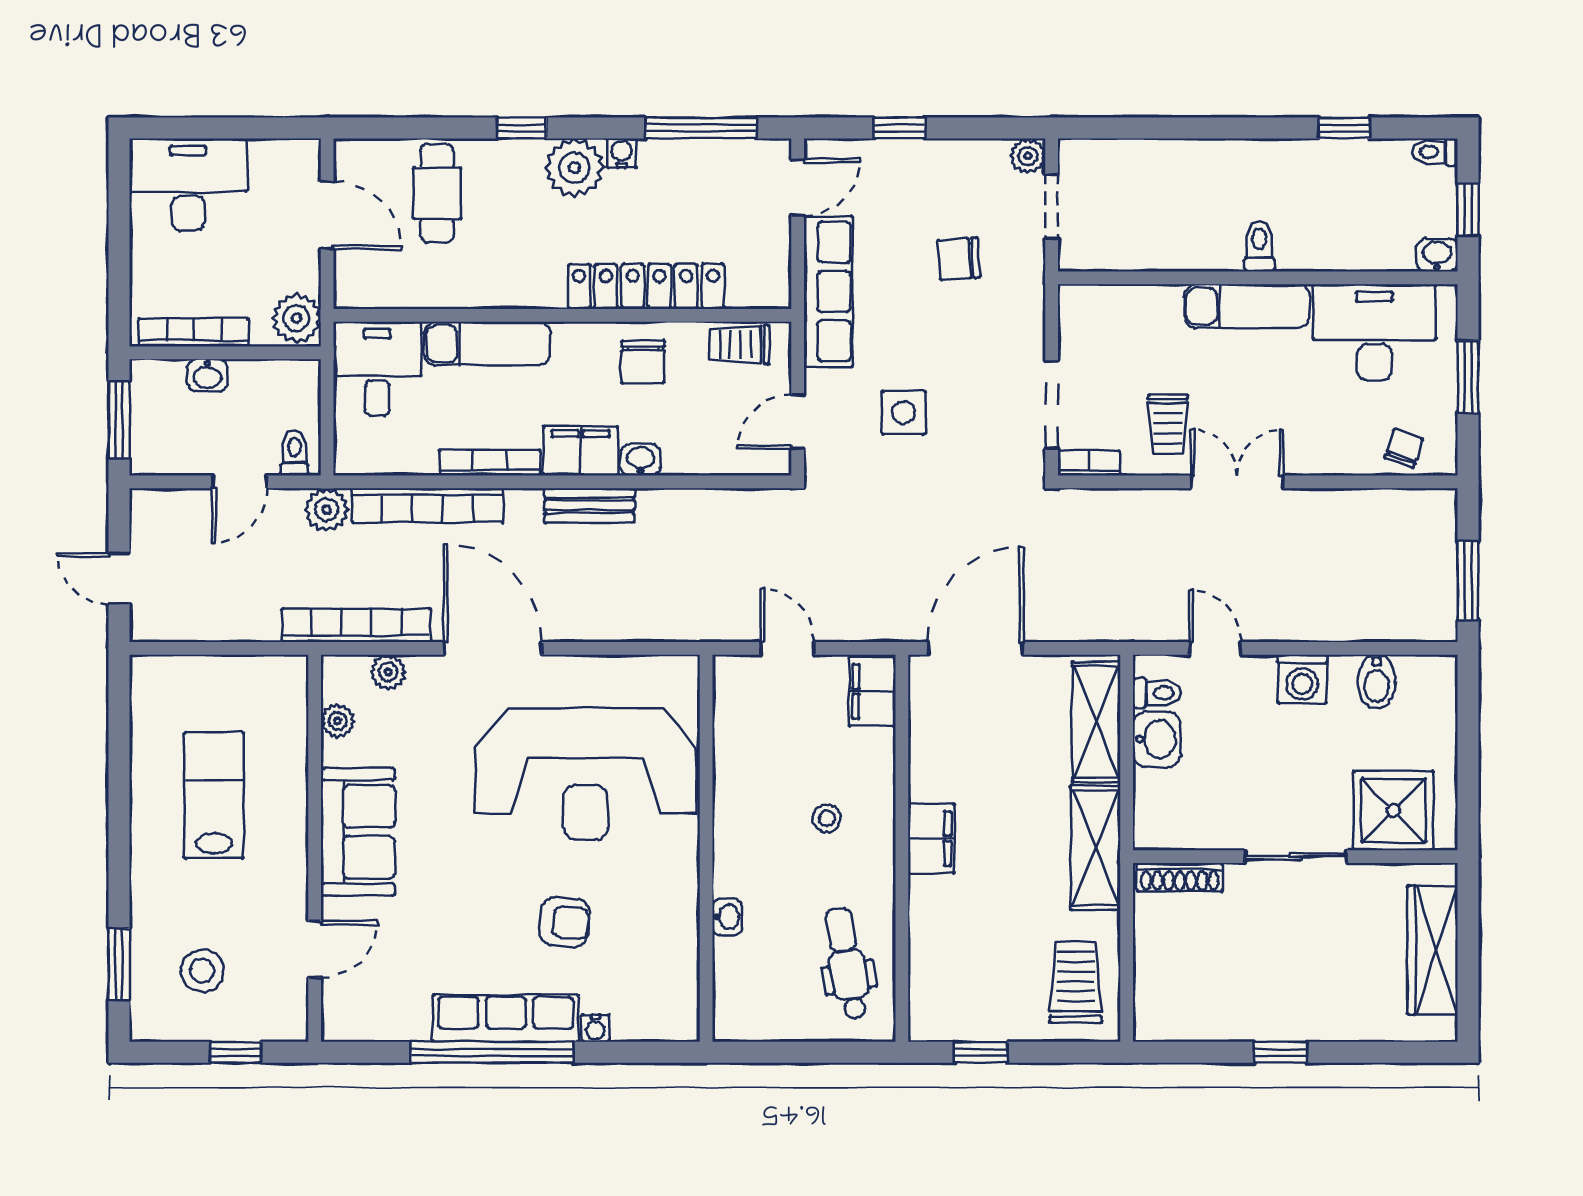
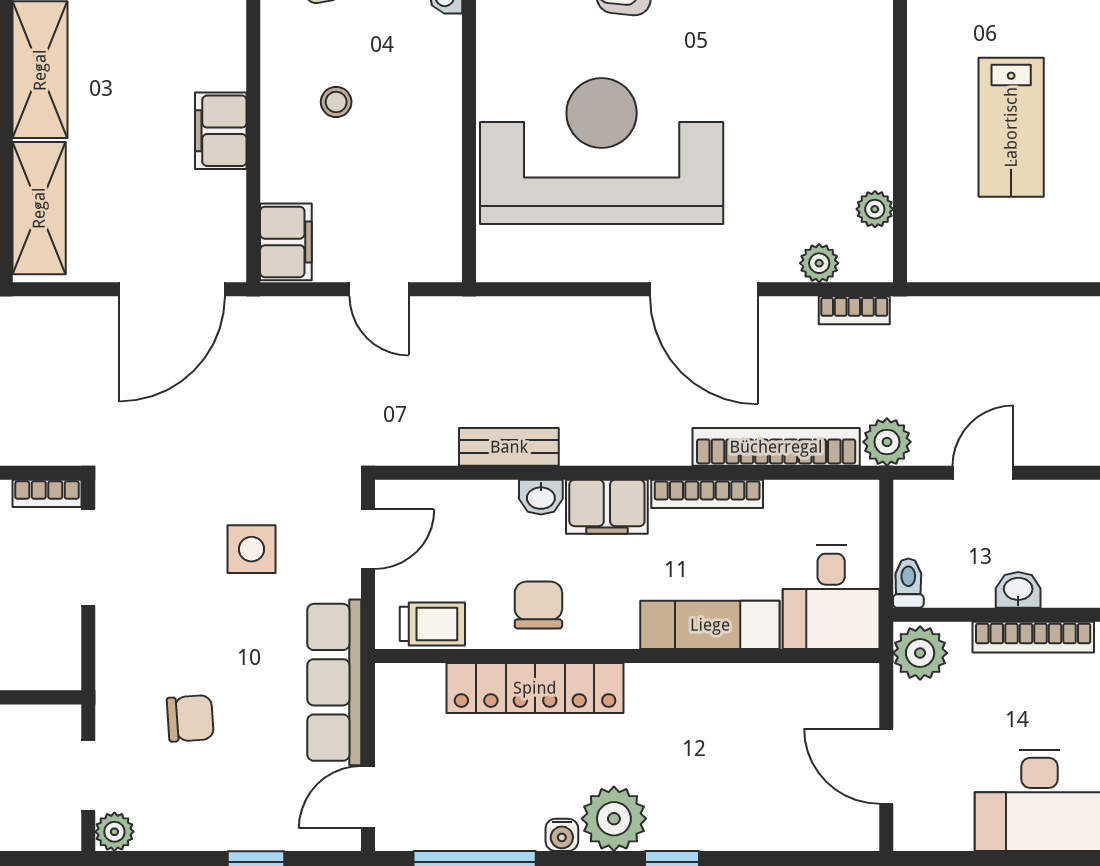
cafe table: (437, 193) -> (765, 791), removed
toilet: (294, 453) -> (908, 583), moved, turned 180
bench: (589, 505) -> (509, 447), moved
bookcase: (356, 625) -> (854, 310), width x0.43, depth x0.76
sofa: (358, 832) -> (852, 87), removed
filing cabinet: (931, 838) -> (221, 131), moved

